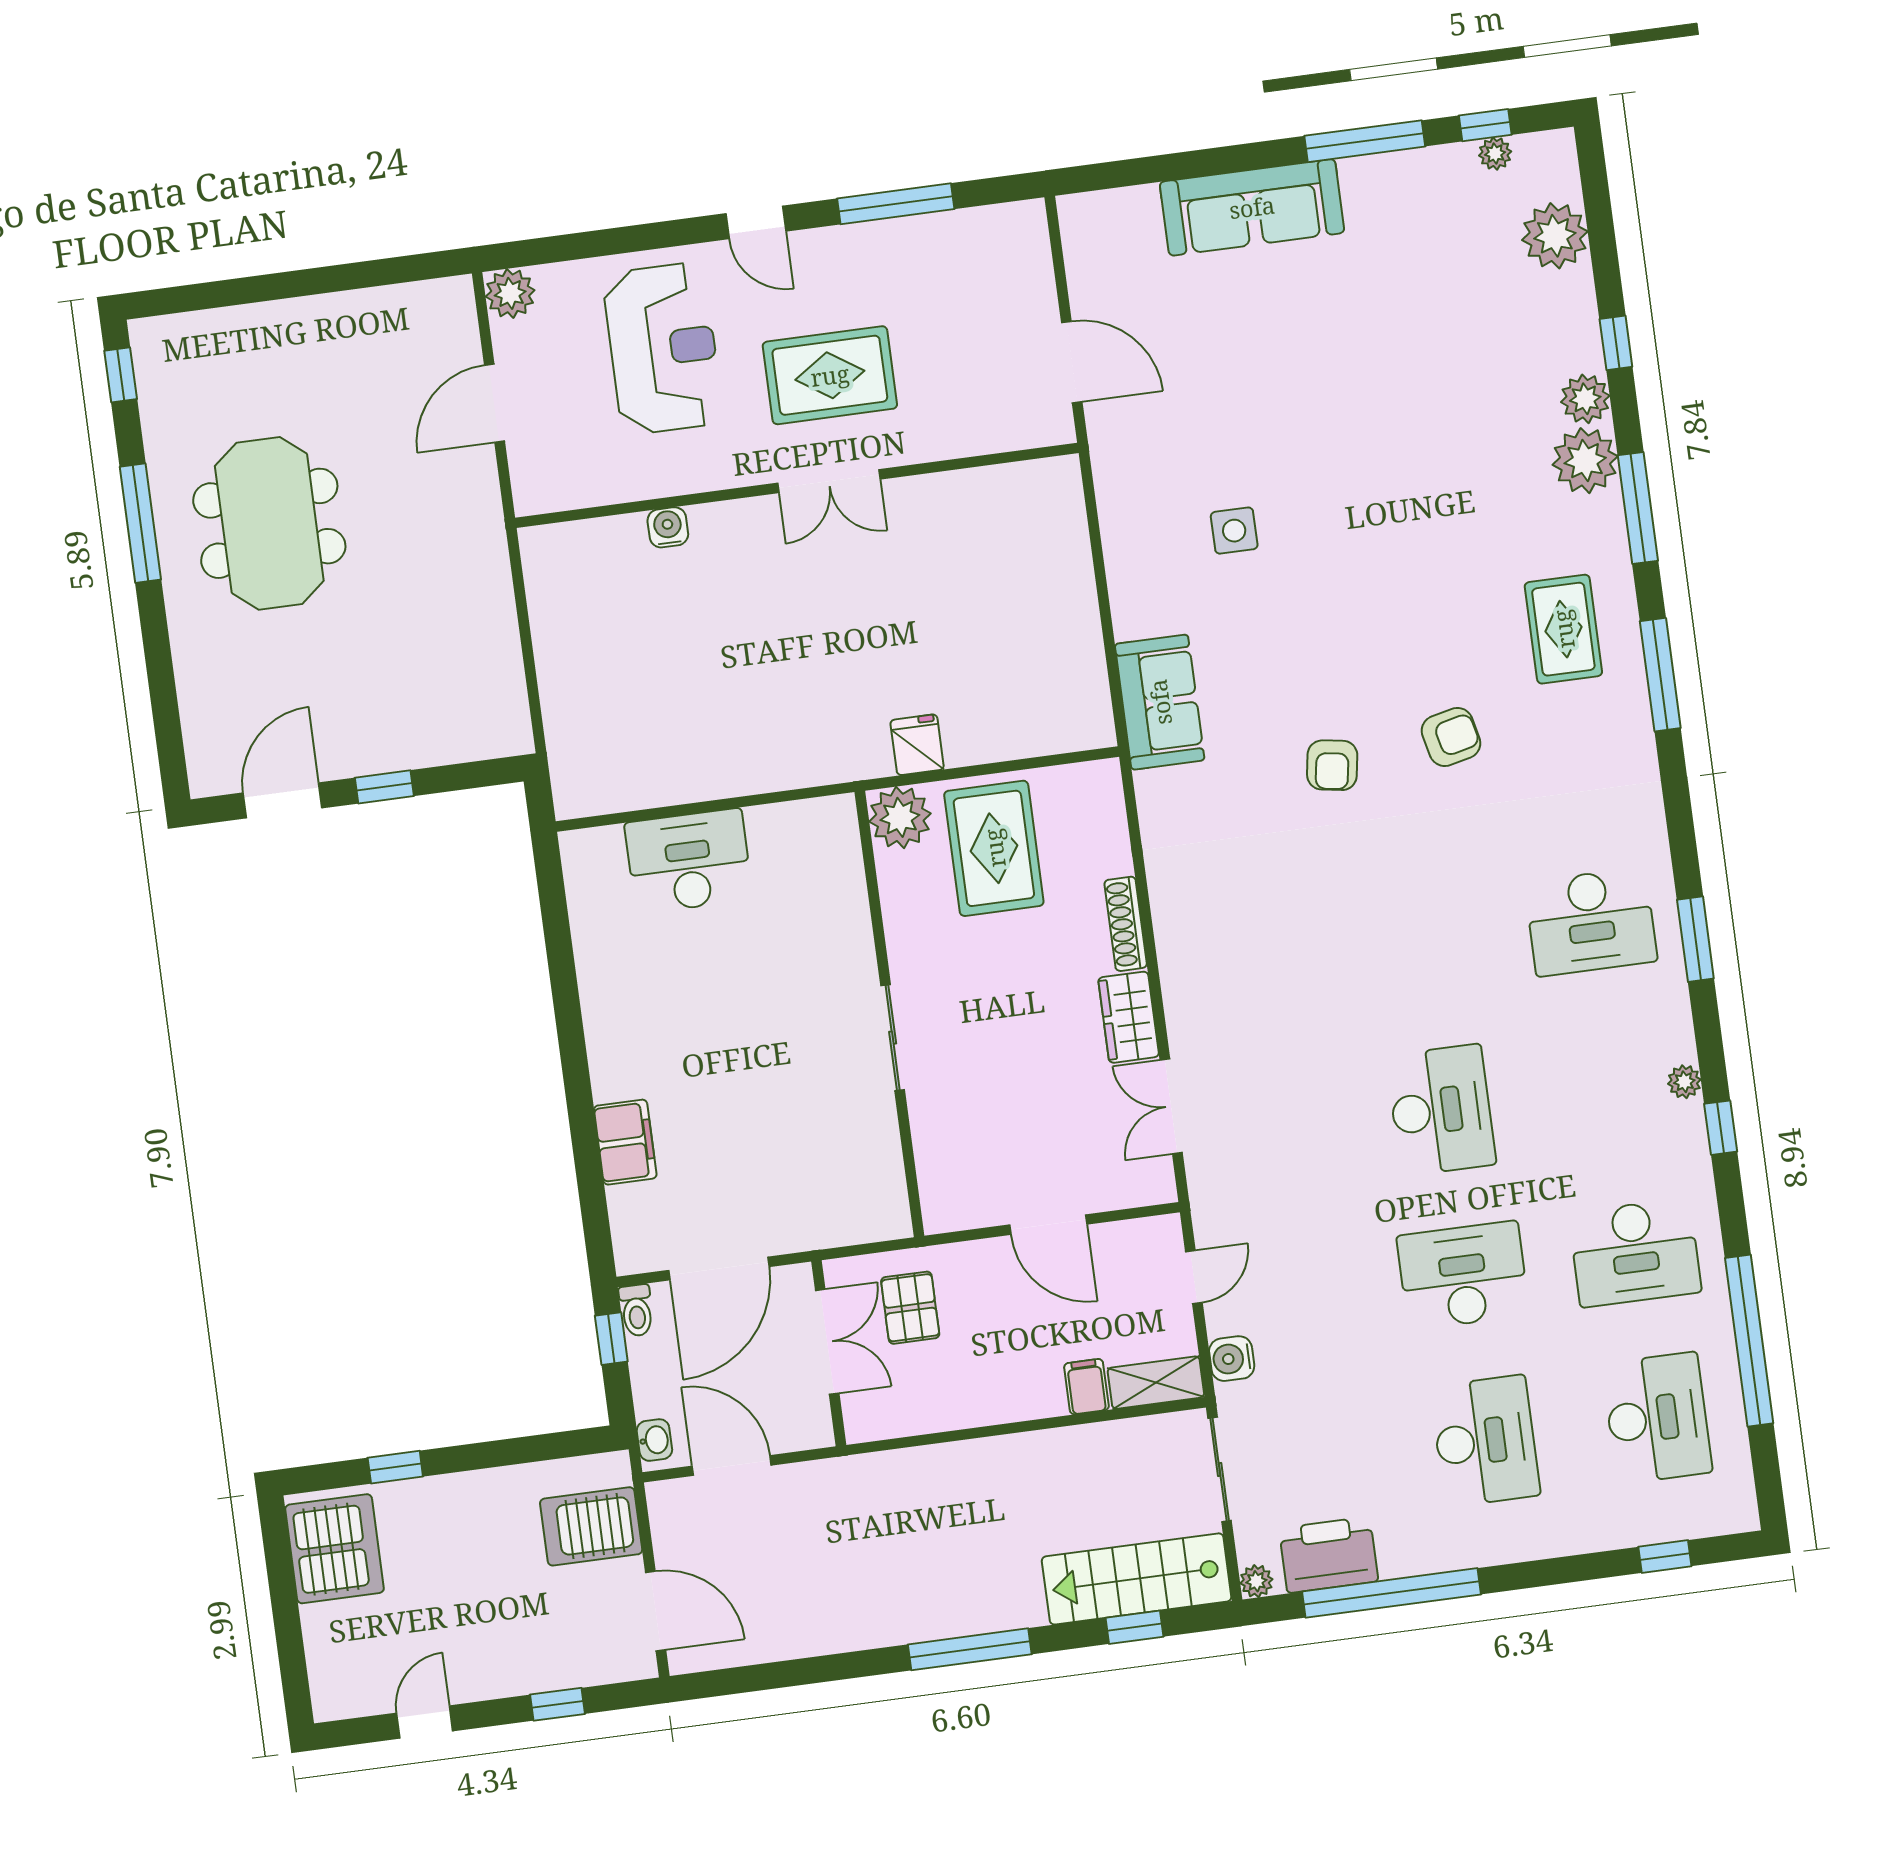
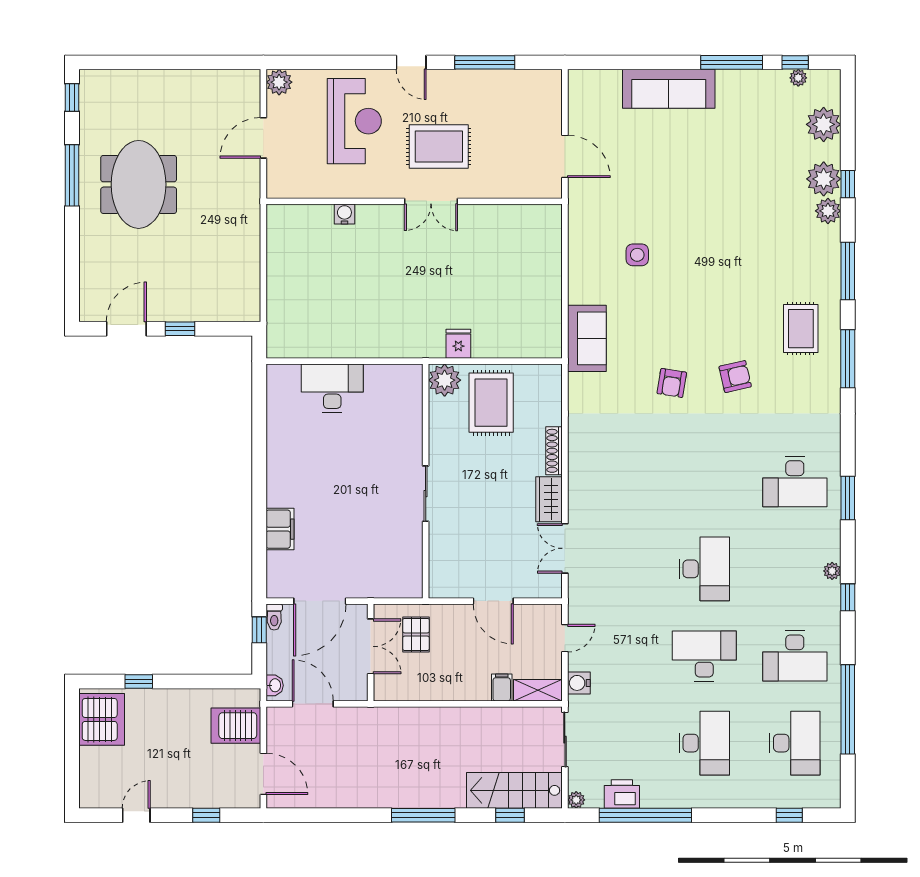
plant: (1585, 461) -> (824, 179), moved
printer: (1329, 1555) -> (622, 794), width x0.73, depth x0.84

